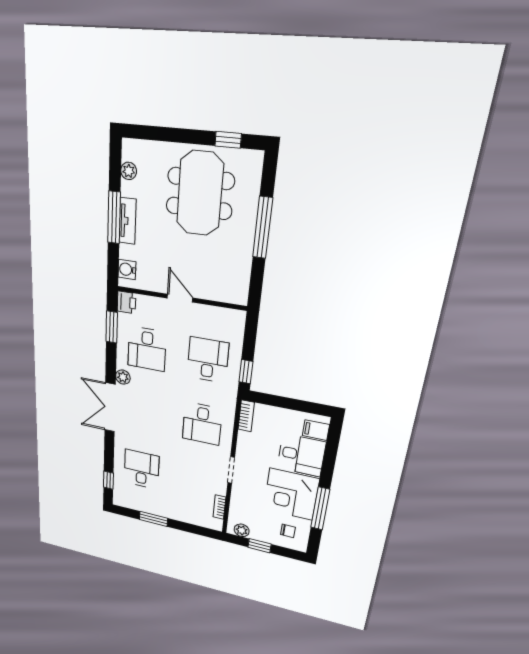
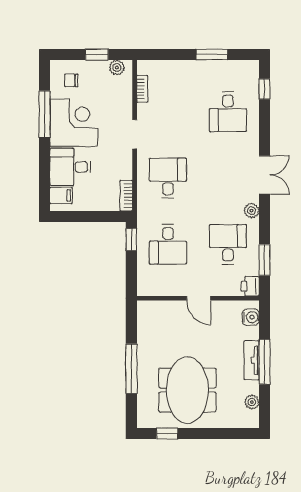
double door: (110, 407) -> (264, 175), width x0.73

